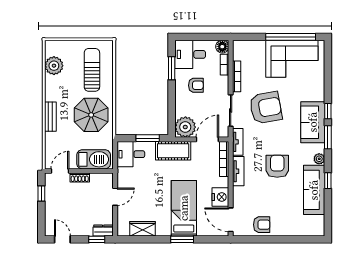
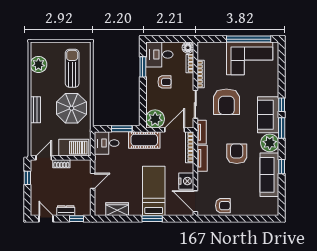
armchair: (266, 108) -> (226, 102), turned 100
plant: (319, 159) -> (270, 143), width x1.88, depth x1.88
dresser: (103, 230) -> (66, 211), moved

